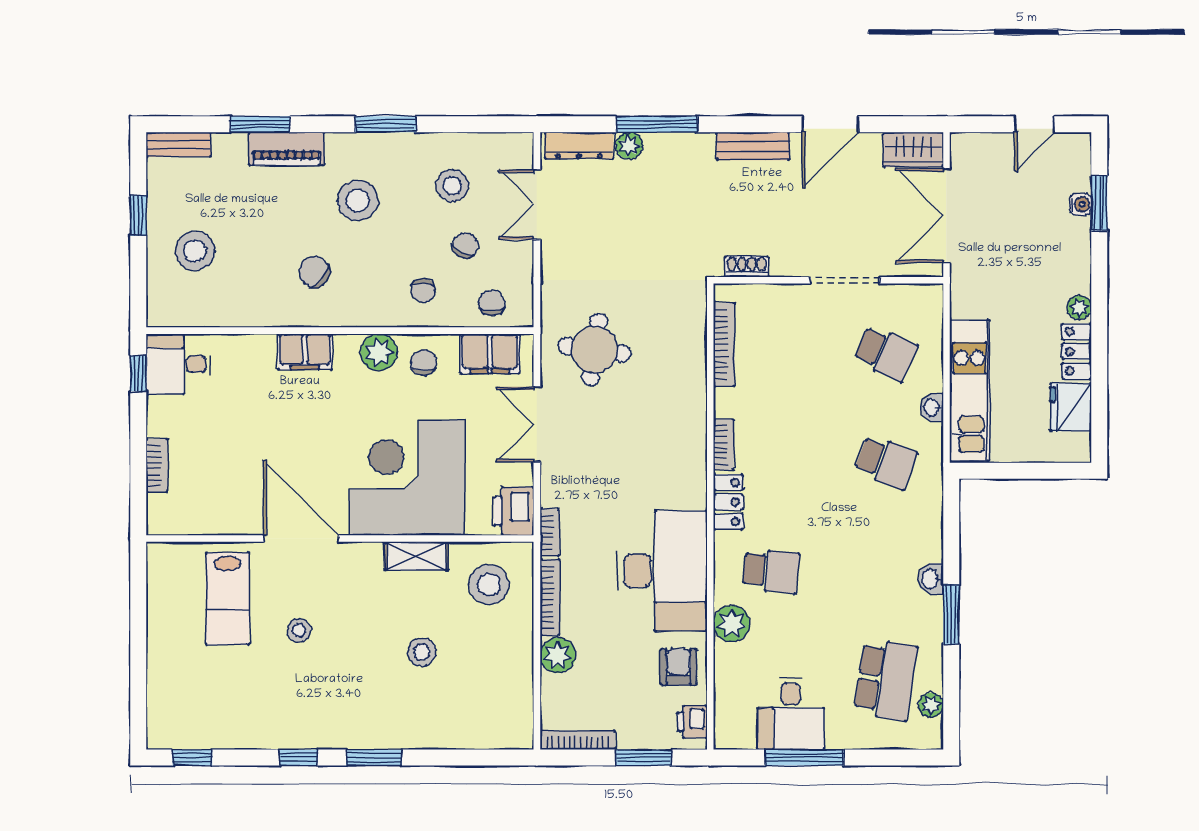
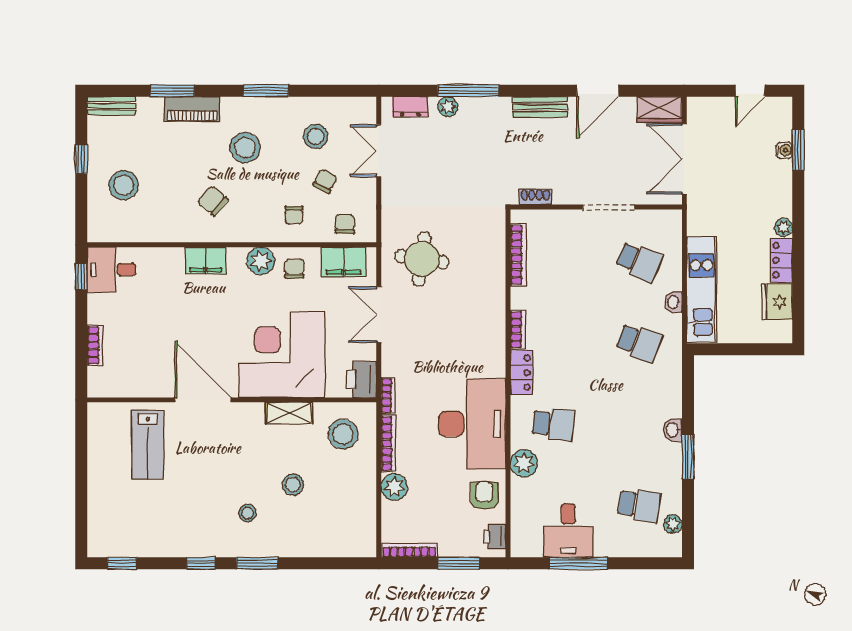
dresser: (579, 146) -> (410, 107), width x0.70
stool: (299, 630) -> (248, 513), moved
school desk: (886, 680) -> (639, 505), width x0.54

